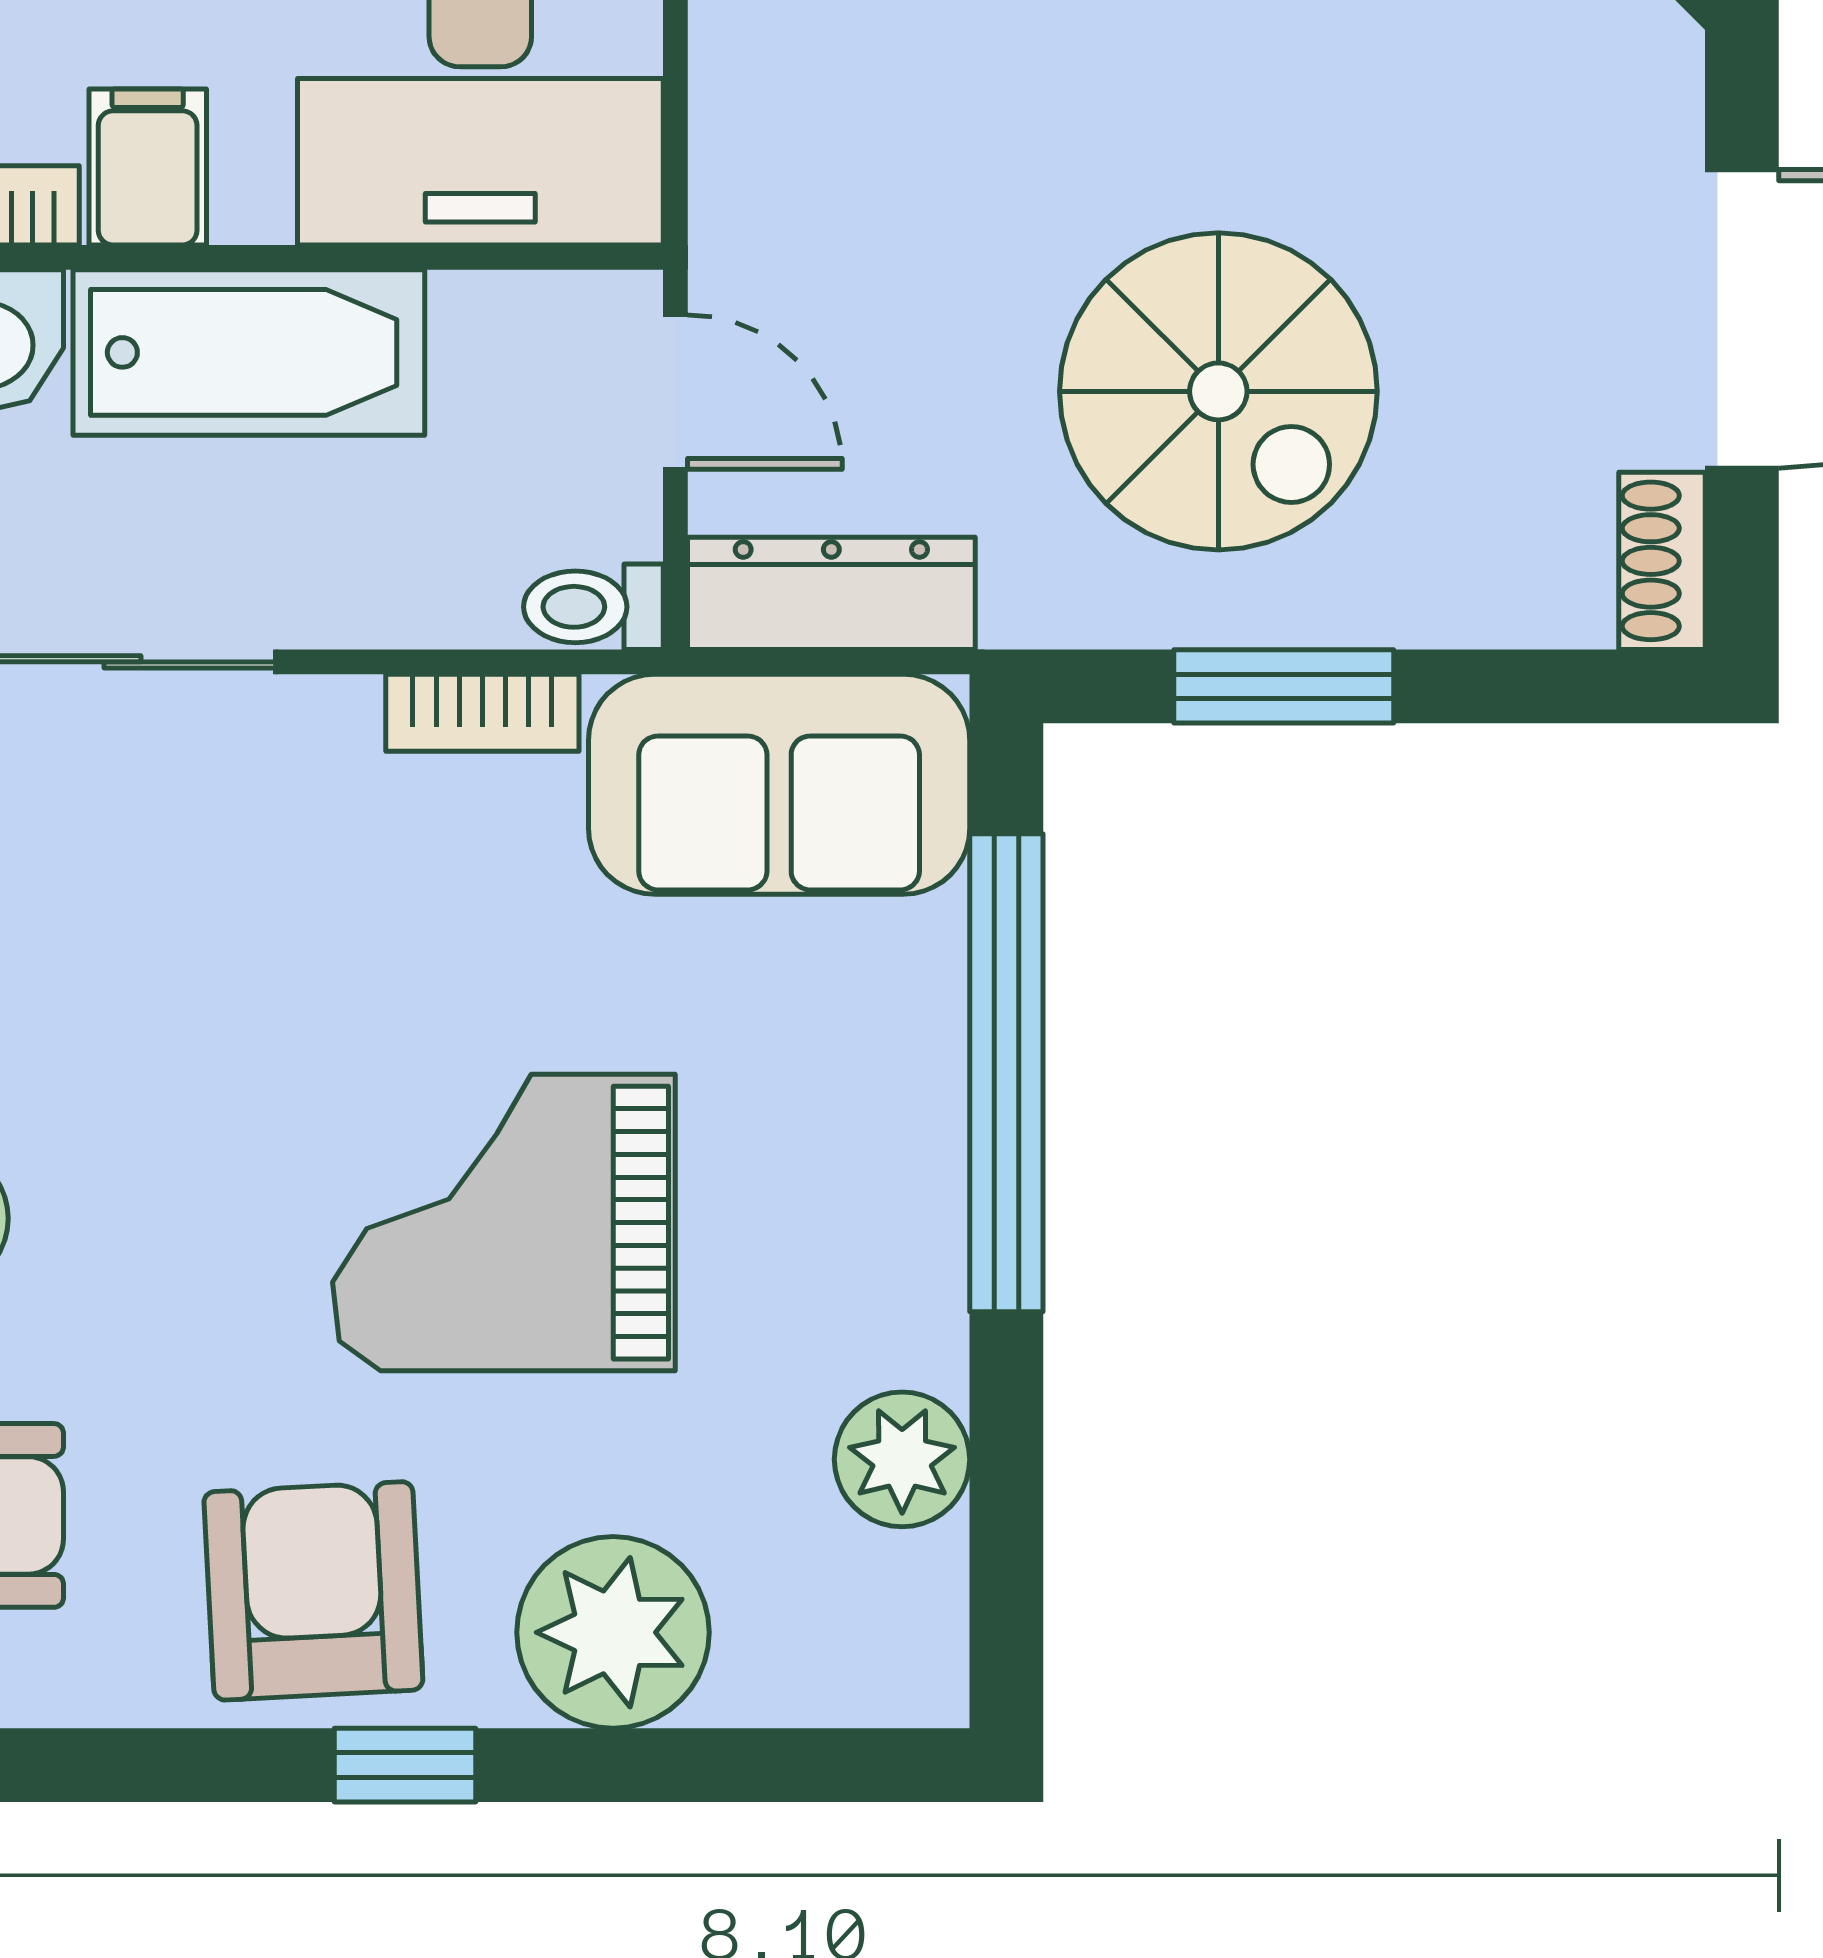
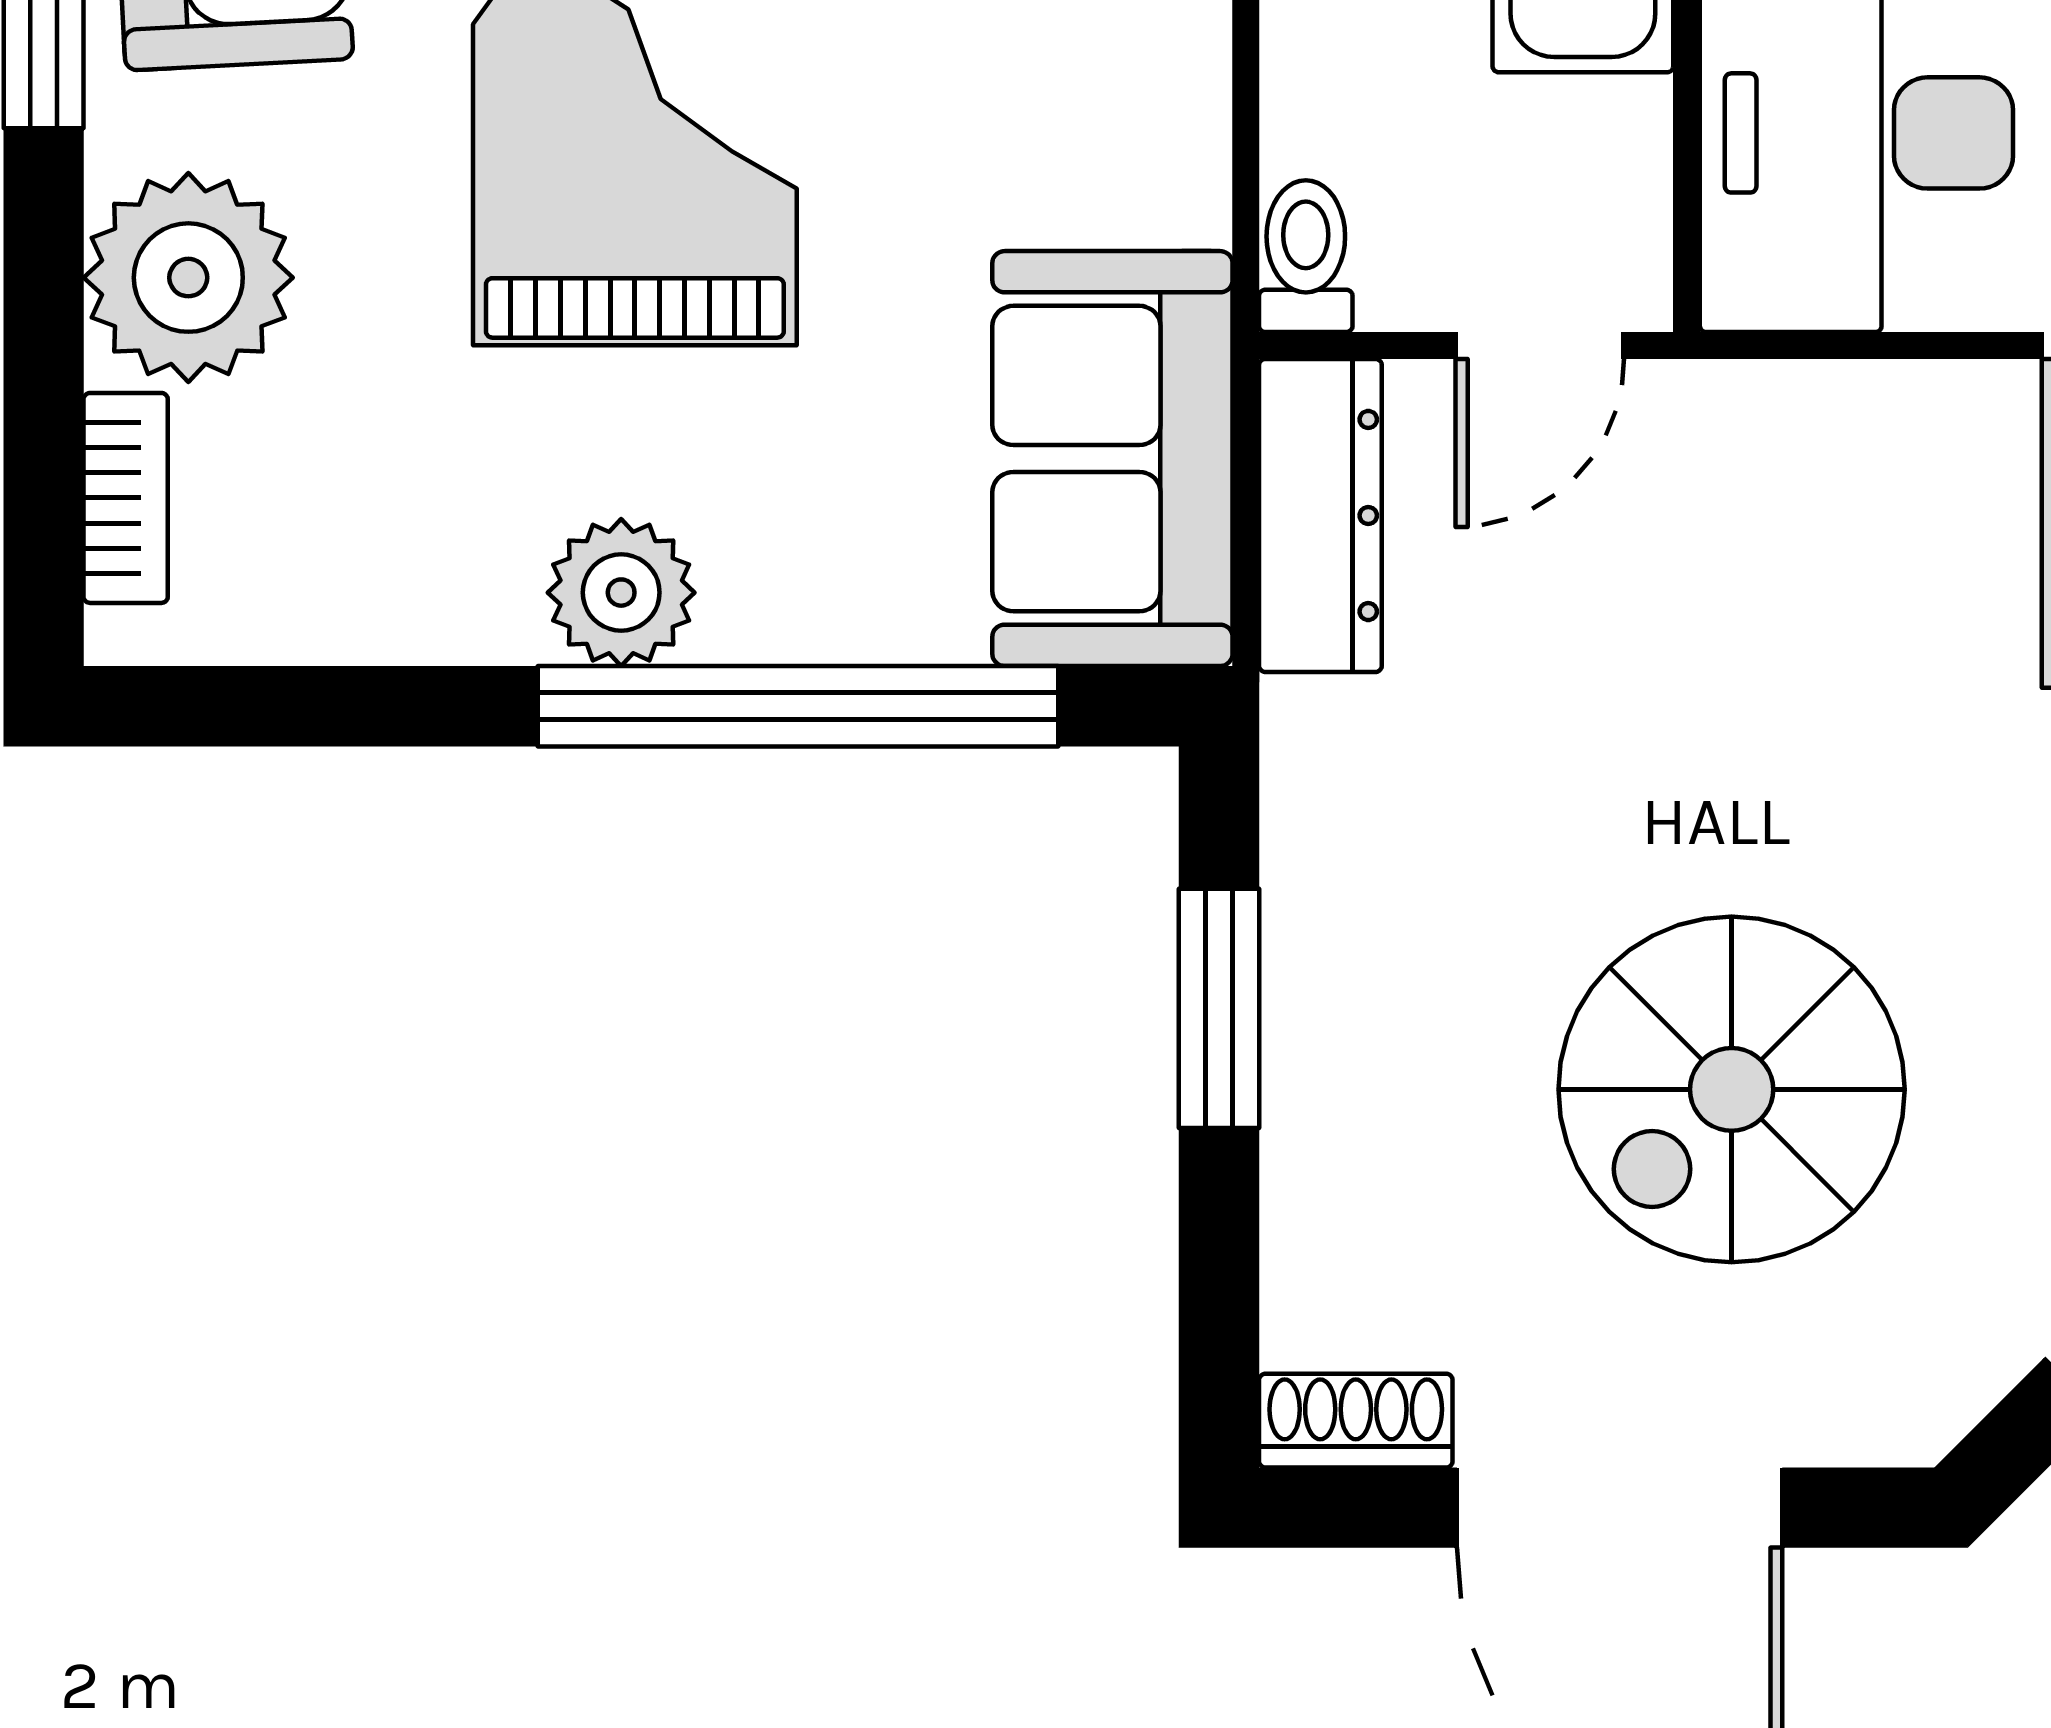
spiral stairs: (1218, 391) -> (1732, 1089), moved
bookcase: (482, 713) -> (126, 498), moved, turned 180
plant: (902, 1459) -> (621, 593), moved

